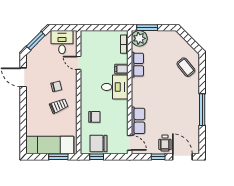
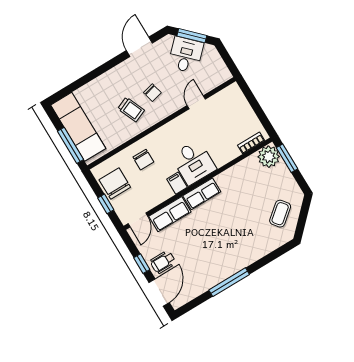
desk: (62, 42) -> (186, 55), moved, turned -45
row of seats: (137, 65) -> (202, 194), moved
coffee table: (186, 67) -> (280, 214), moved
filing cabinet: (121, 69) -> (177, 183), moved
window: (58, 157) -> (70, 145), width x1.44
window: (97, 157) -> (106, 204), moved

